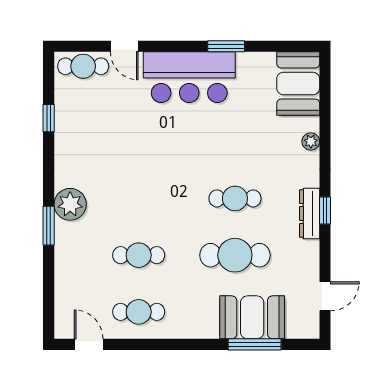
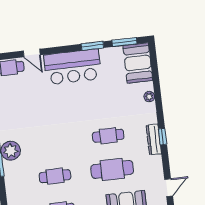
window: (280, 46) -> (124, 42), added

